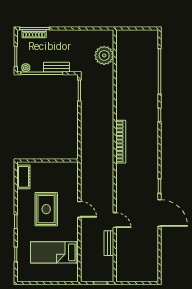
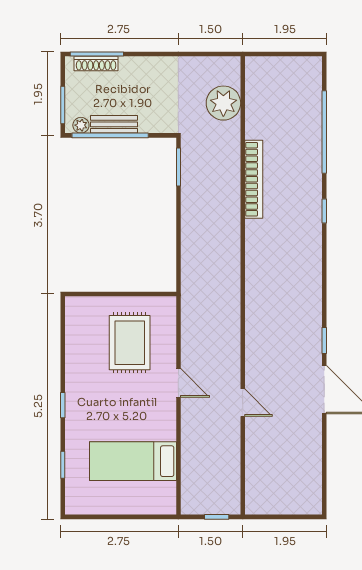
bench: (56, 67) -> (114, 124), moved
bookcase: (121, 142) -> (254, 179), moved
cot: (23, 177) -> (77, 324), removed
rug: (46, 209) -> (130, 343), moved
bench: (109, 243) -> (232, 444), removed

